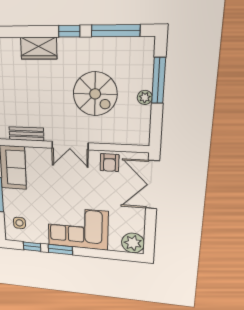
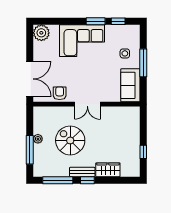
bench: (26, 134) -> (82, 172), moved
double door: (70, 146) -> (87, 104), swing flipped
side table: (19, 223) -> (125, 53), moved

